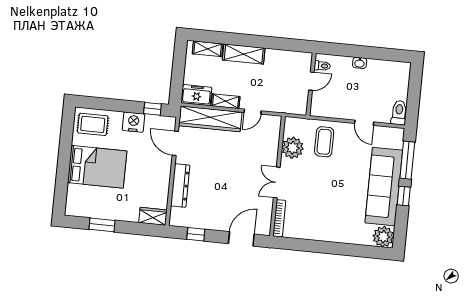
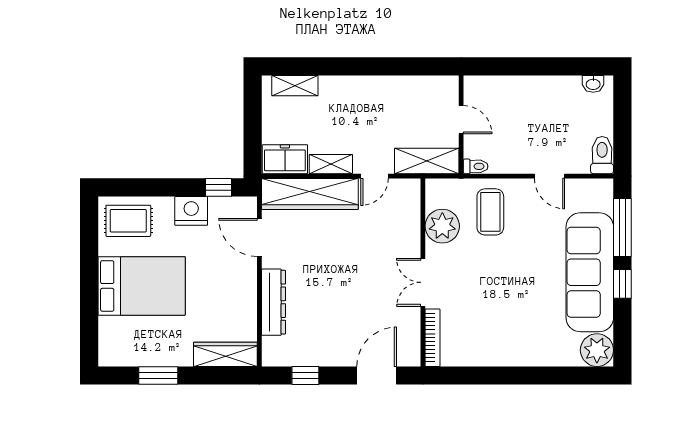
shelving: (244, 54) -> (427, 161), moved
washbasin: (360, 63) -> (593, 84), moved
toilet: (322, 66) -> (476, 166), moved
door: (311, 81) -> (461, 120), hinge flipped
wardrobe: (153, 216) -> (225, 354), width x1.50

